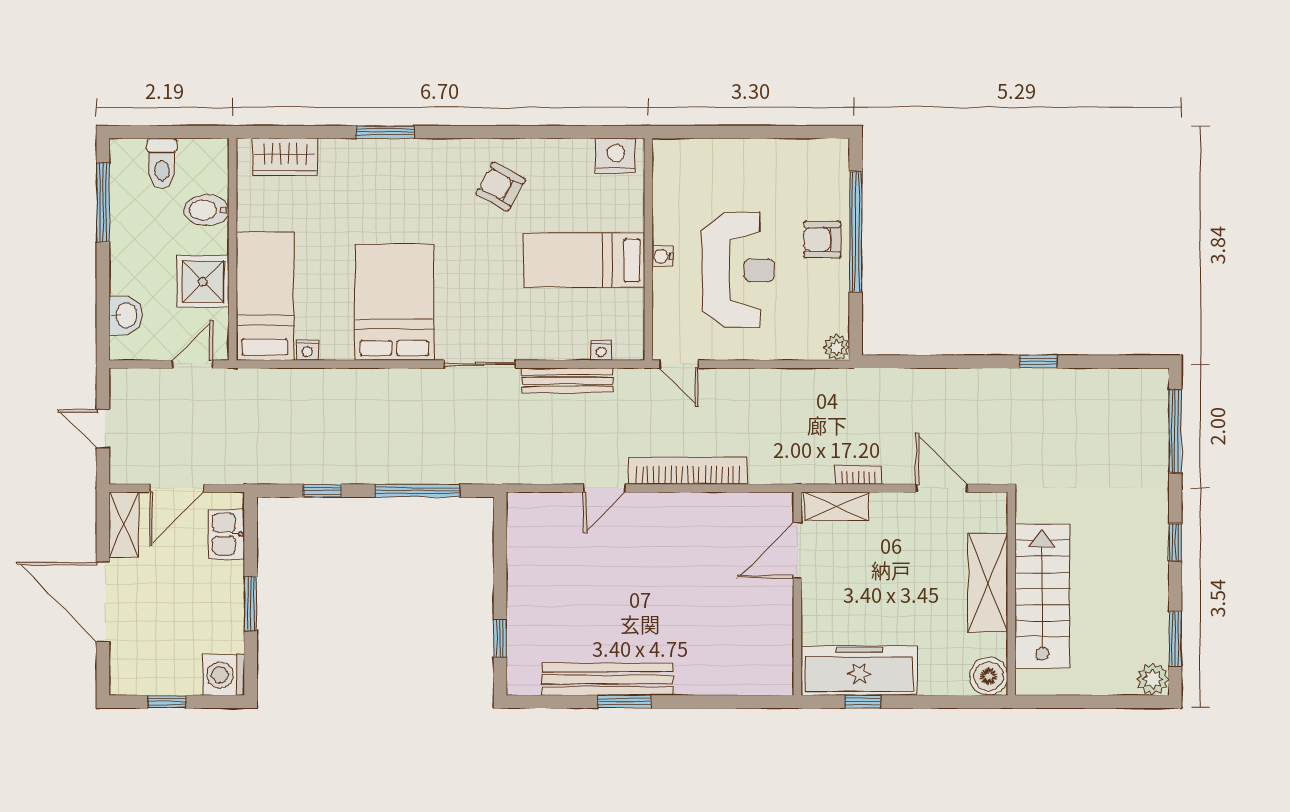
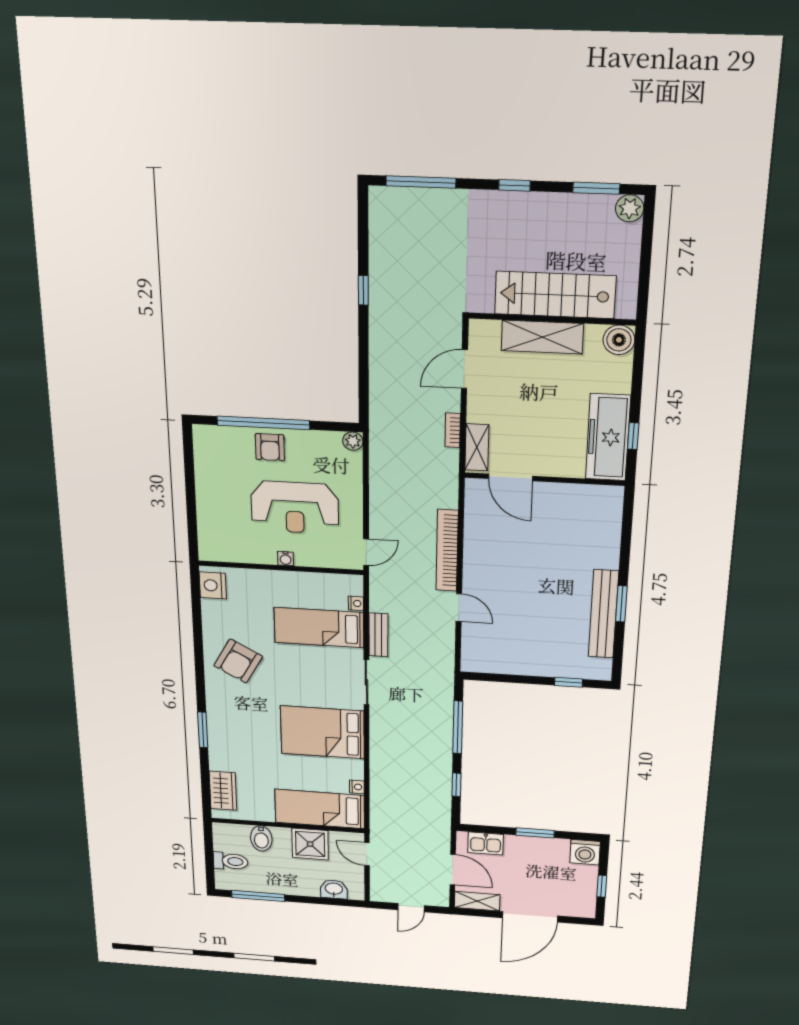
armchair: (501, 187) -> (238, 661), width x1.38, depth x1.38
bed: (584, 260) -> (319, 628), moved, turned 90
reception desk: (738, 270) -> (295, 507), turned 180
bench: (567, 380) -> (378, 635), width x0.73

